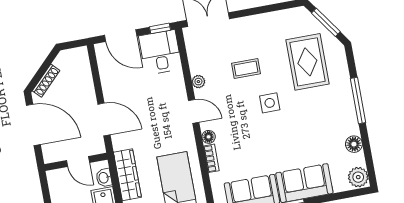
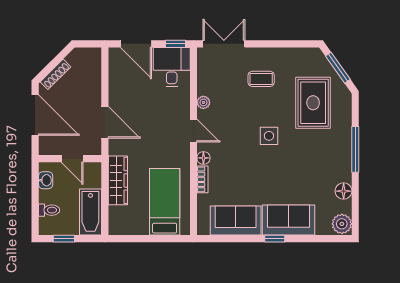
coffee table: (246, 69) -> (261, 79), moved
washbasin: (104, 178) -> (46, 180), moved, turned 180

